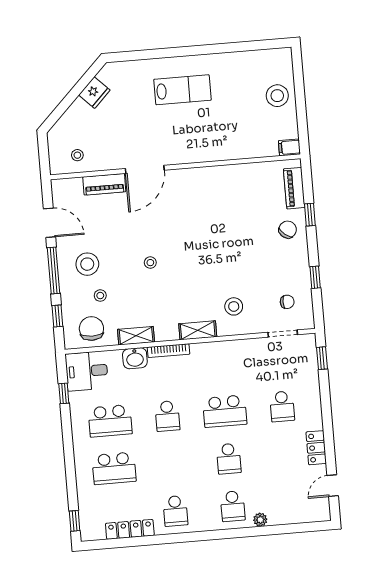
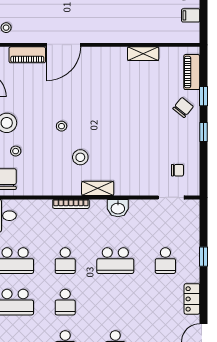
filing cabinet: (289, 147) -> (191, 15), moved
window: (315, 277) -> (204, 132), moved
stool: (234, 306) -> (80, 157), moved
shelving: (136, 336) -> (143, 54), moved
washbasin: (135, 358) -> (118, 208), moved
window: (322, 358) -> (204, 257), moved
school desk: (229, 459) -> (65, 302), moved

